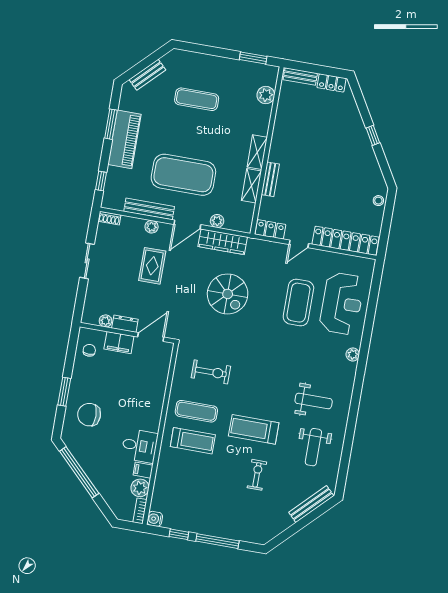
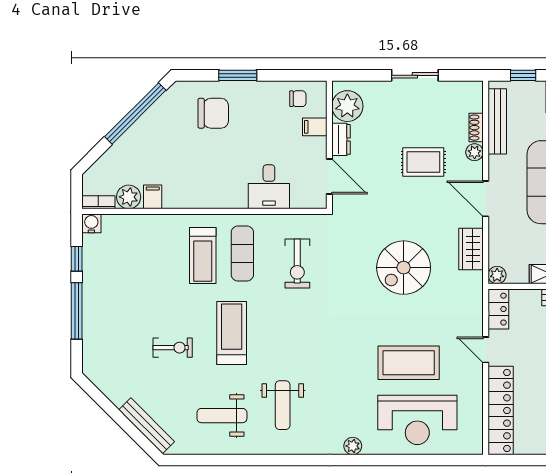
bench: (149, 209) -> (497, 121), moved
shoe rack: (109, 218) -> (476, 128), moved
plant: (217, 221) -> (497, 275), moved
wardrobe: (223, 242) -> (471, 249), width x0.67
plant: (105, 321) -> (347, 106), width x1.87, depth x1.87
filing cabinet: (119, 343) -> (315, 127), width x0.50
chair: (89, 415) -> (213, 113), turned 90
desk: (140, 446) -> (269, 187), moved

